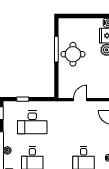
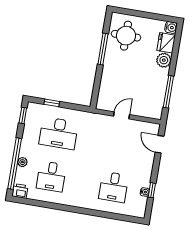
round table: (73, 54) -> (126, 36), moved

